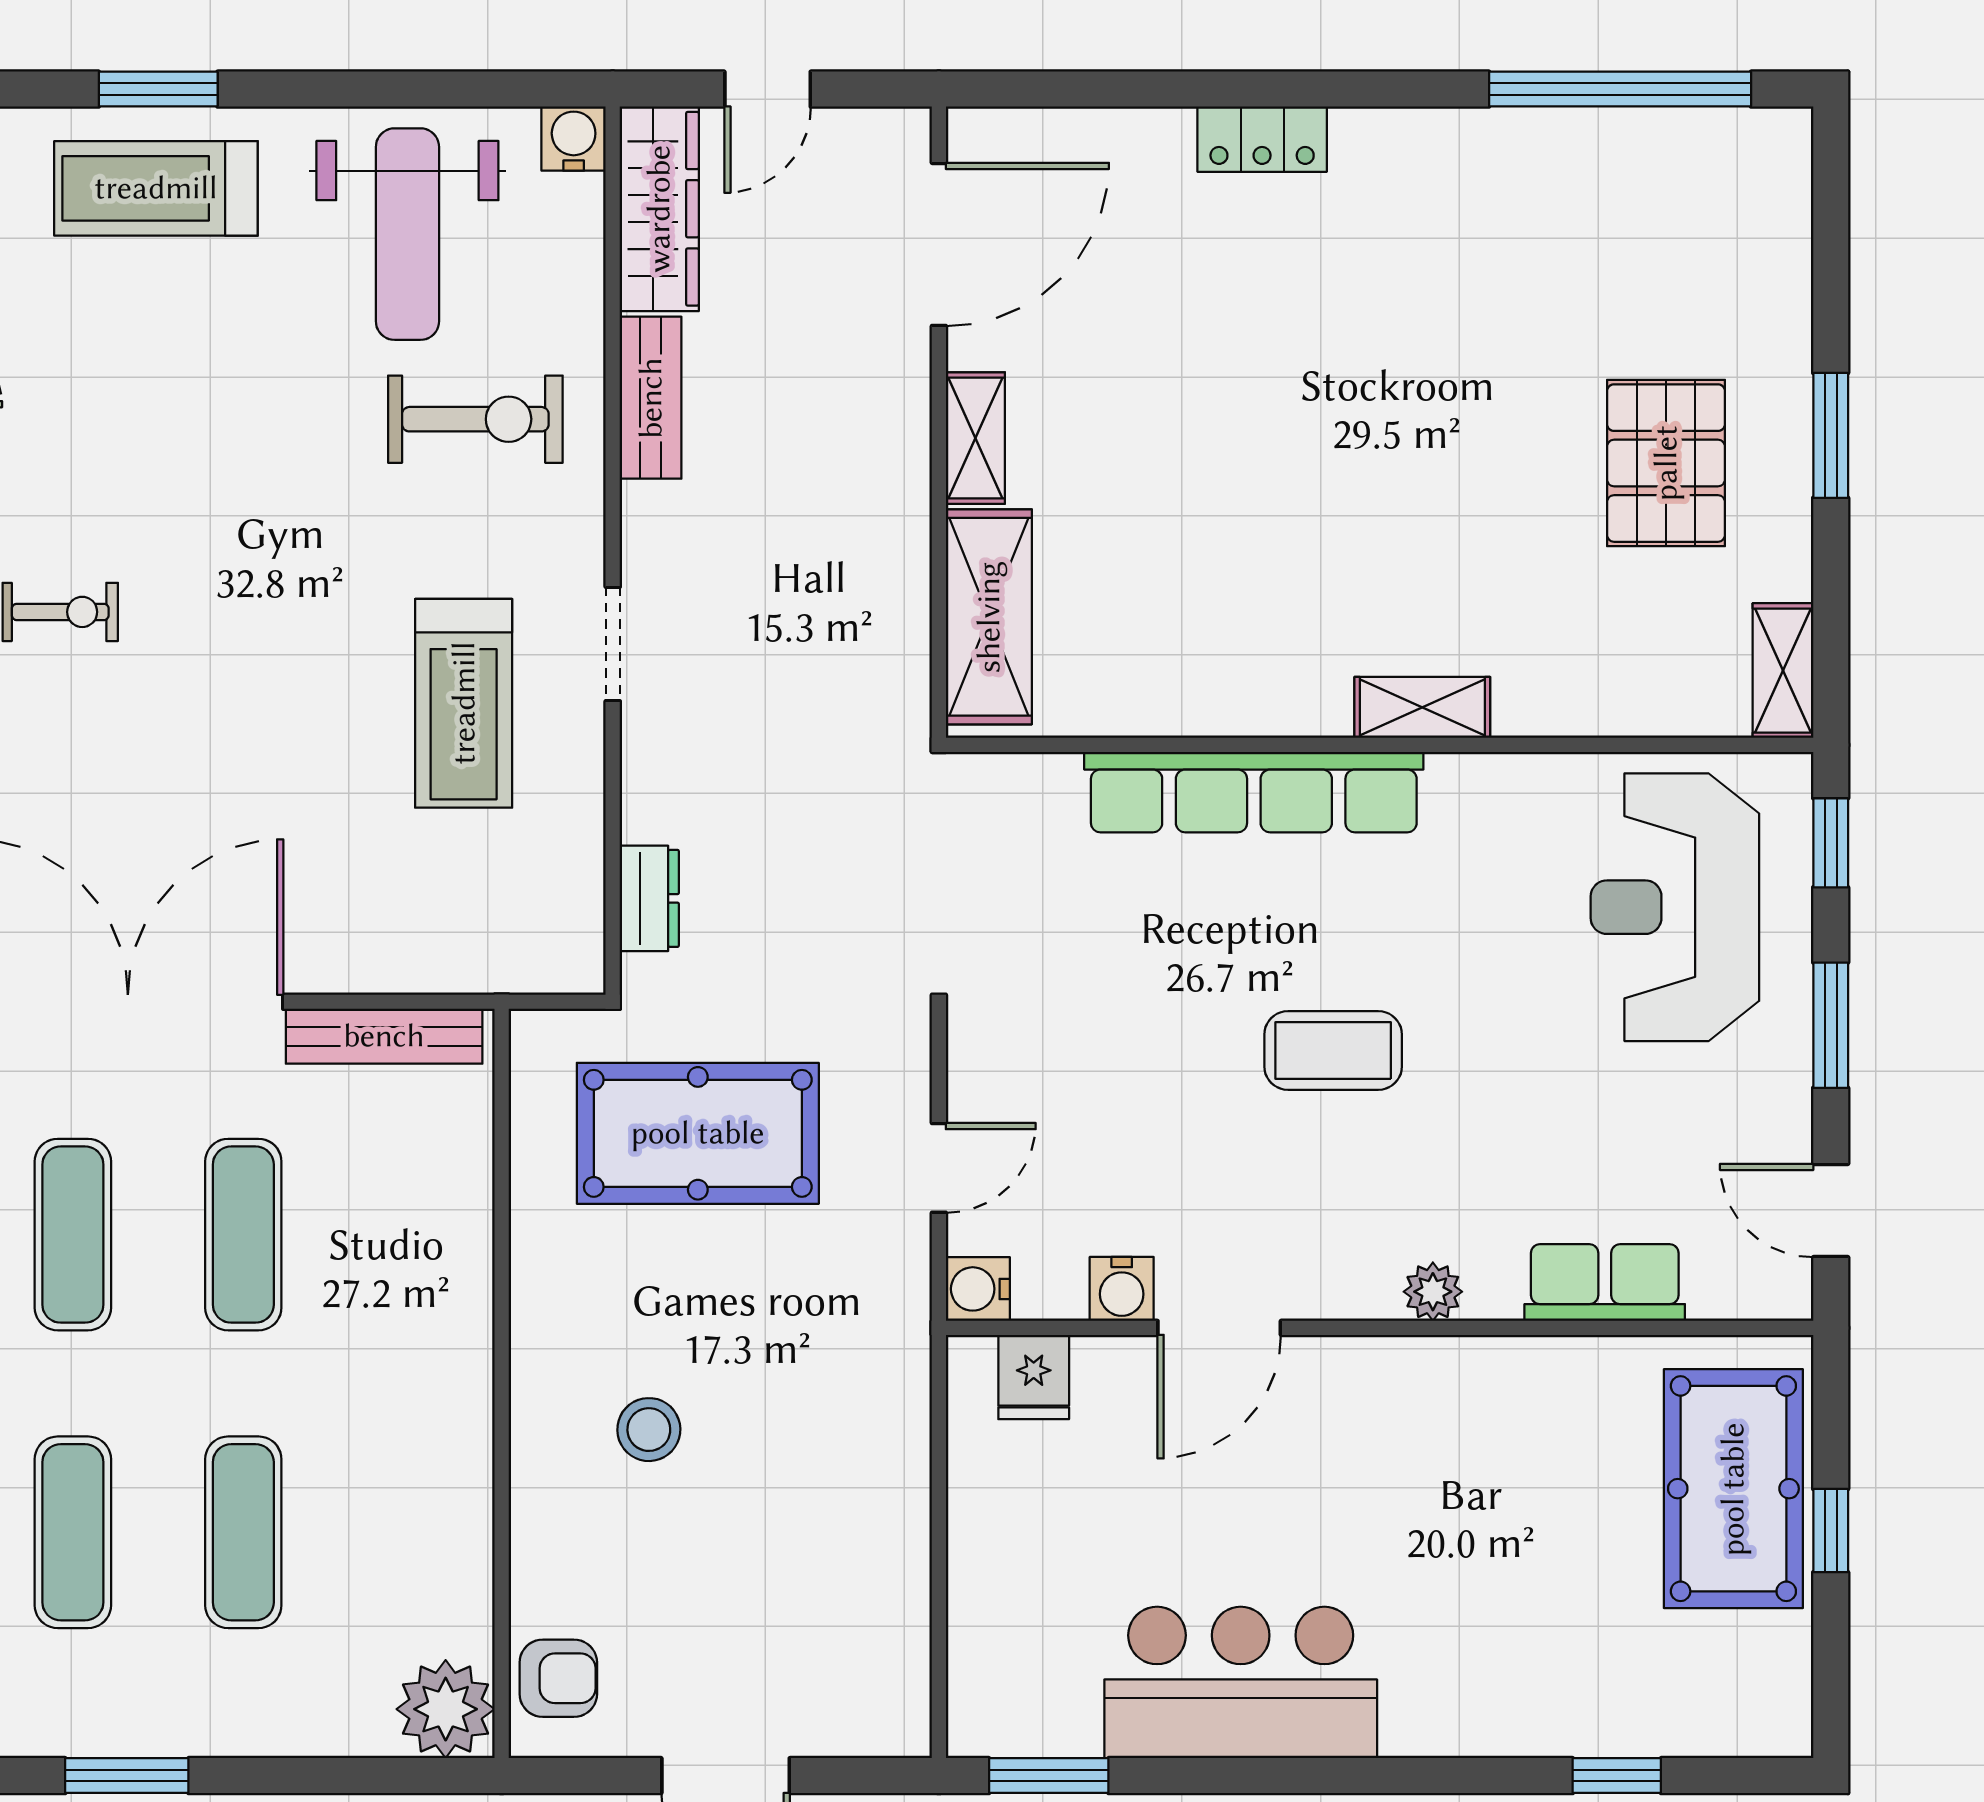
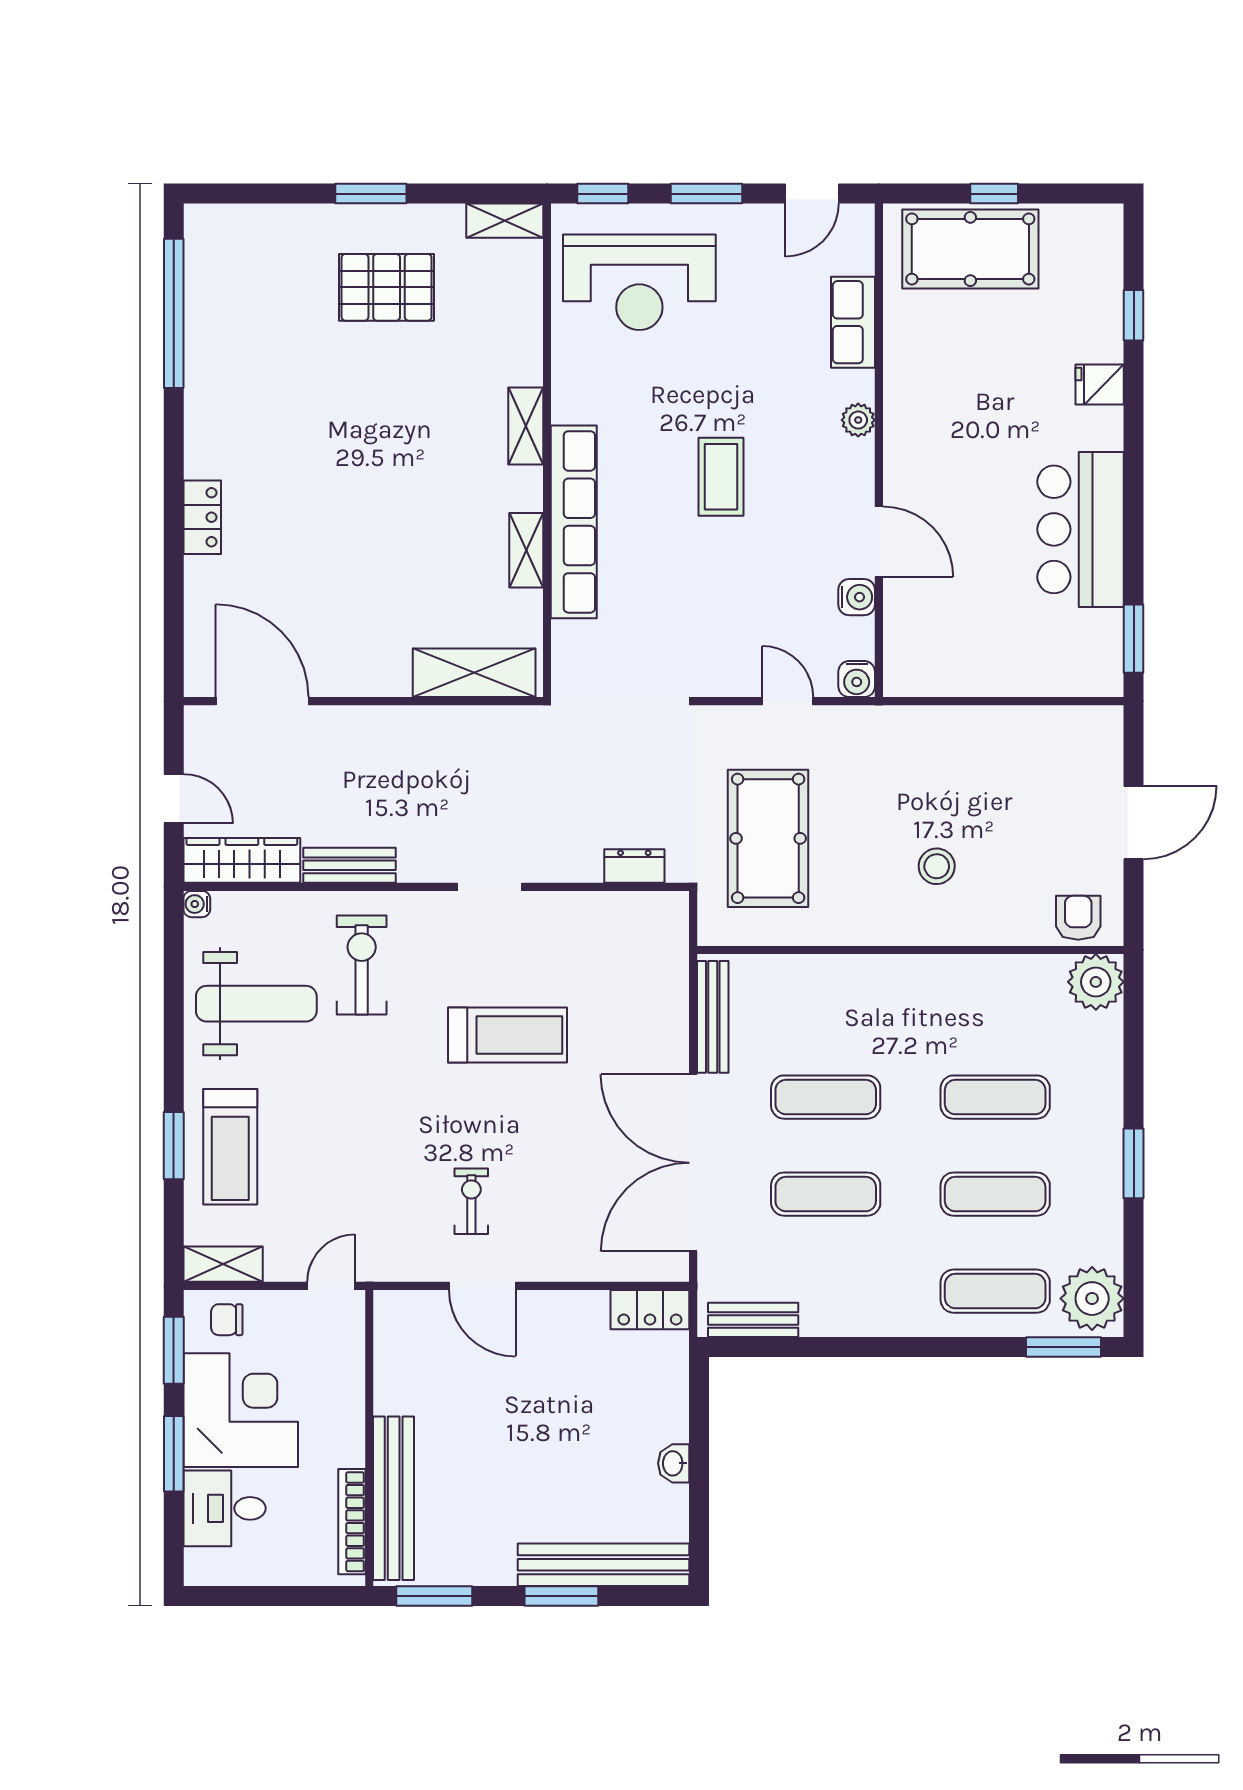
water cooler: (574, 139) -> (197, 904), width x0.72, depth x0.72
shelving: (975, 438) -> (526, 550), moved, turned 90
treadmill: (464, 703) -> (507, 1035), moved
fridge: (1034, 1377) -> (1100, 384), moved, turned 180

